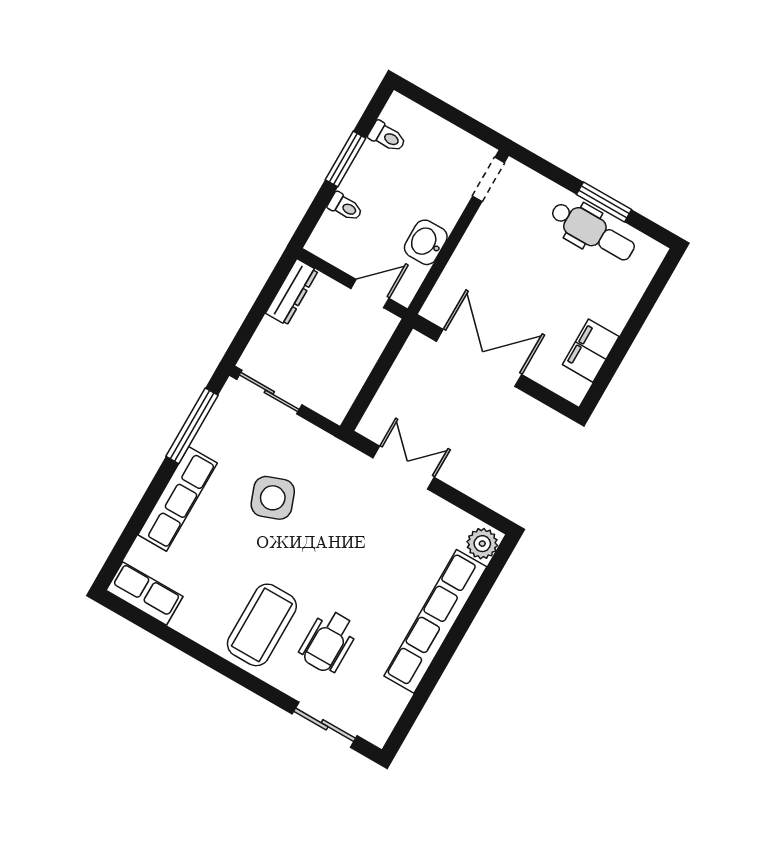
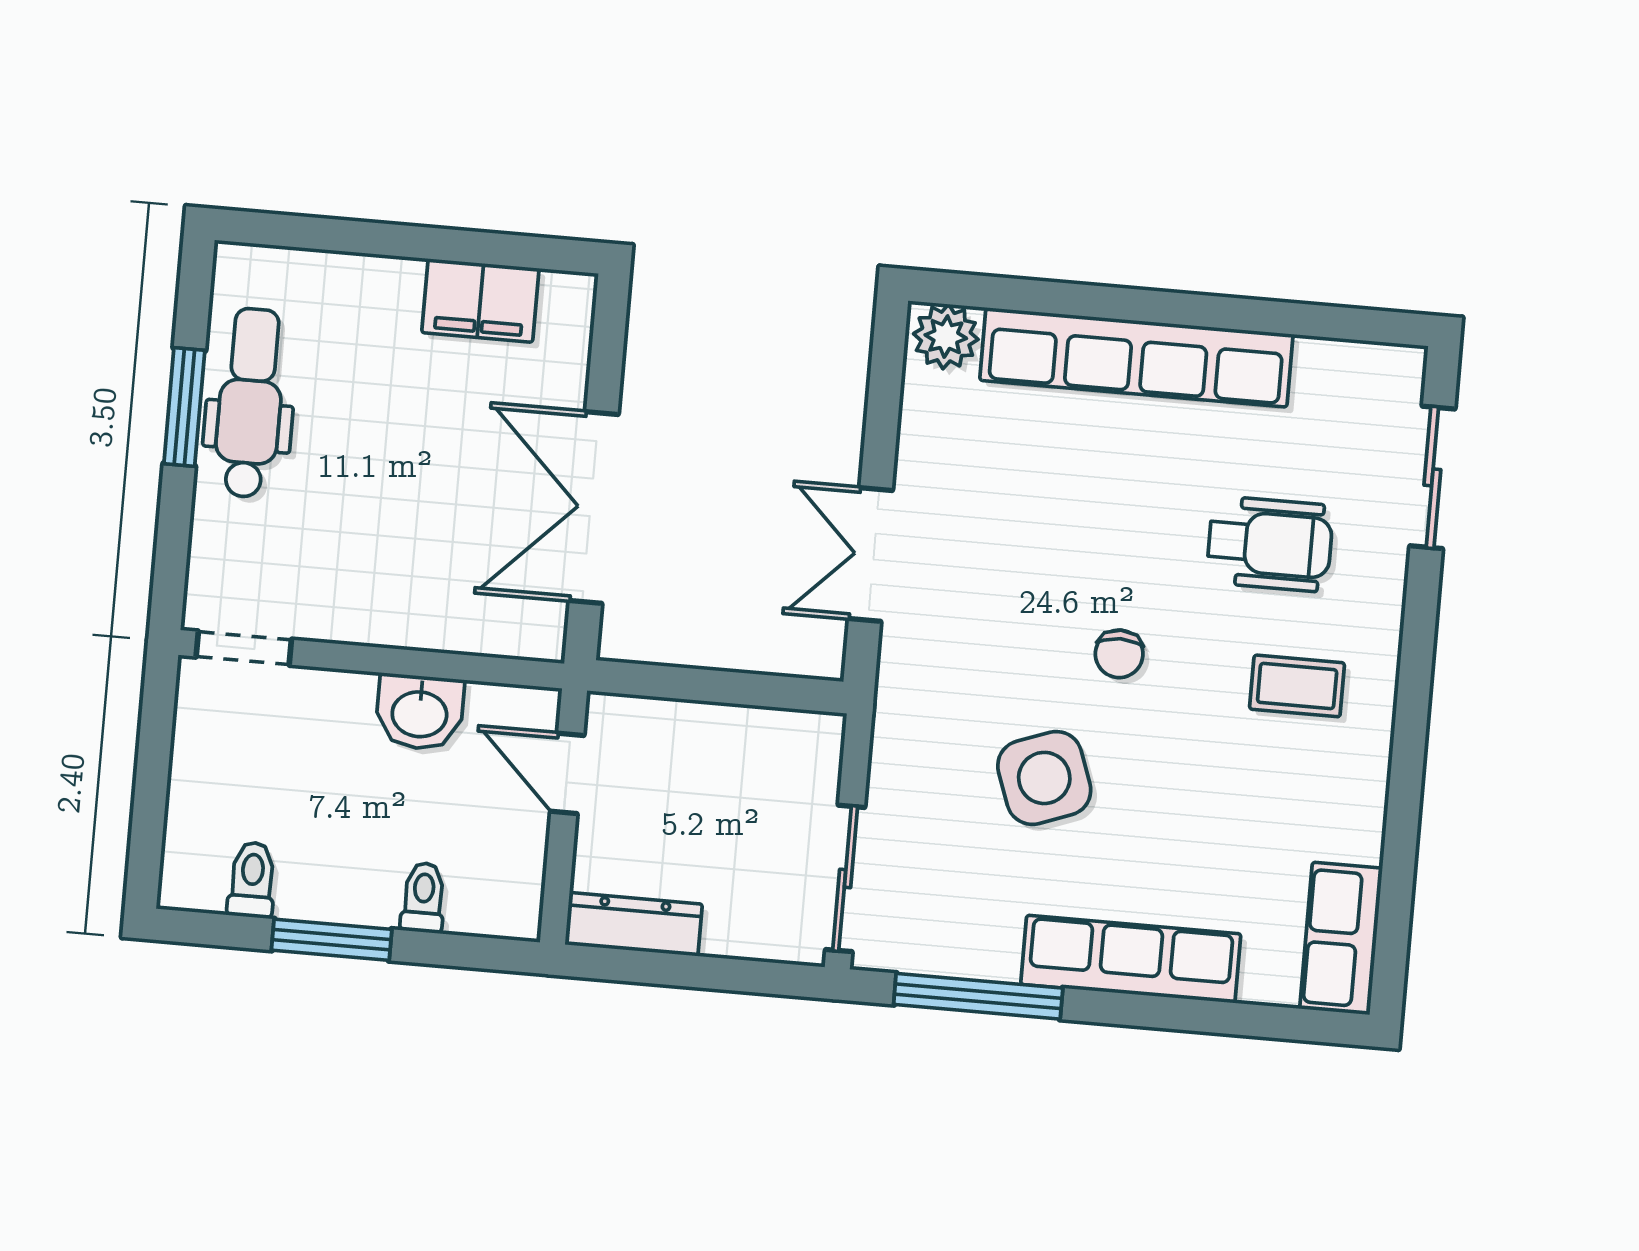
chair: (311, 555) -> (1119, 654), added
coffee table: (262, 625) -> (1297, 686), width x0.54, depth x0.58

